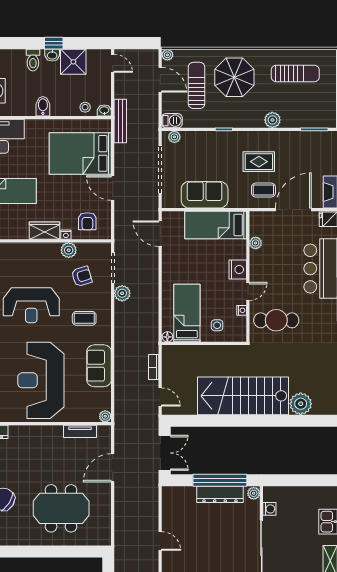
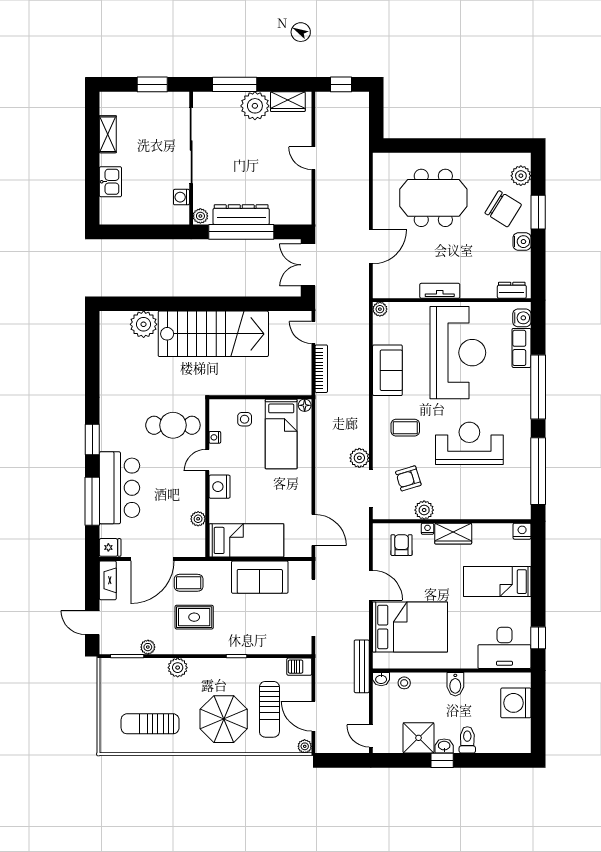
plant: (174, 137) -> (148, 647), moved
bookcase: (154, 367) -> (321, 369), width x1.56
tv unit: (80, 431) -> (440, 291), moved

